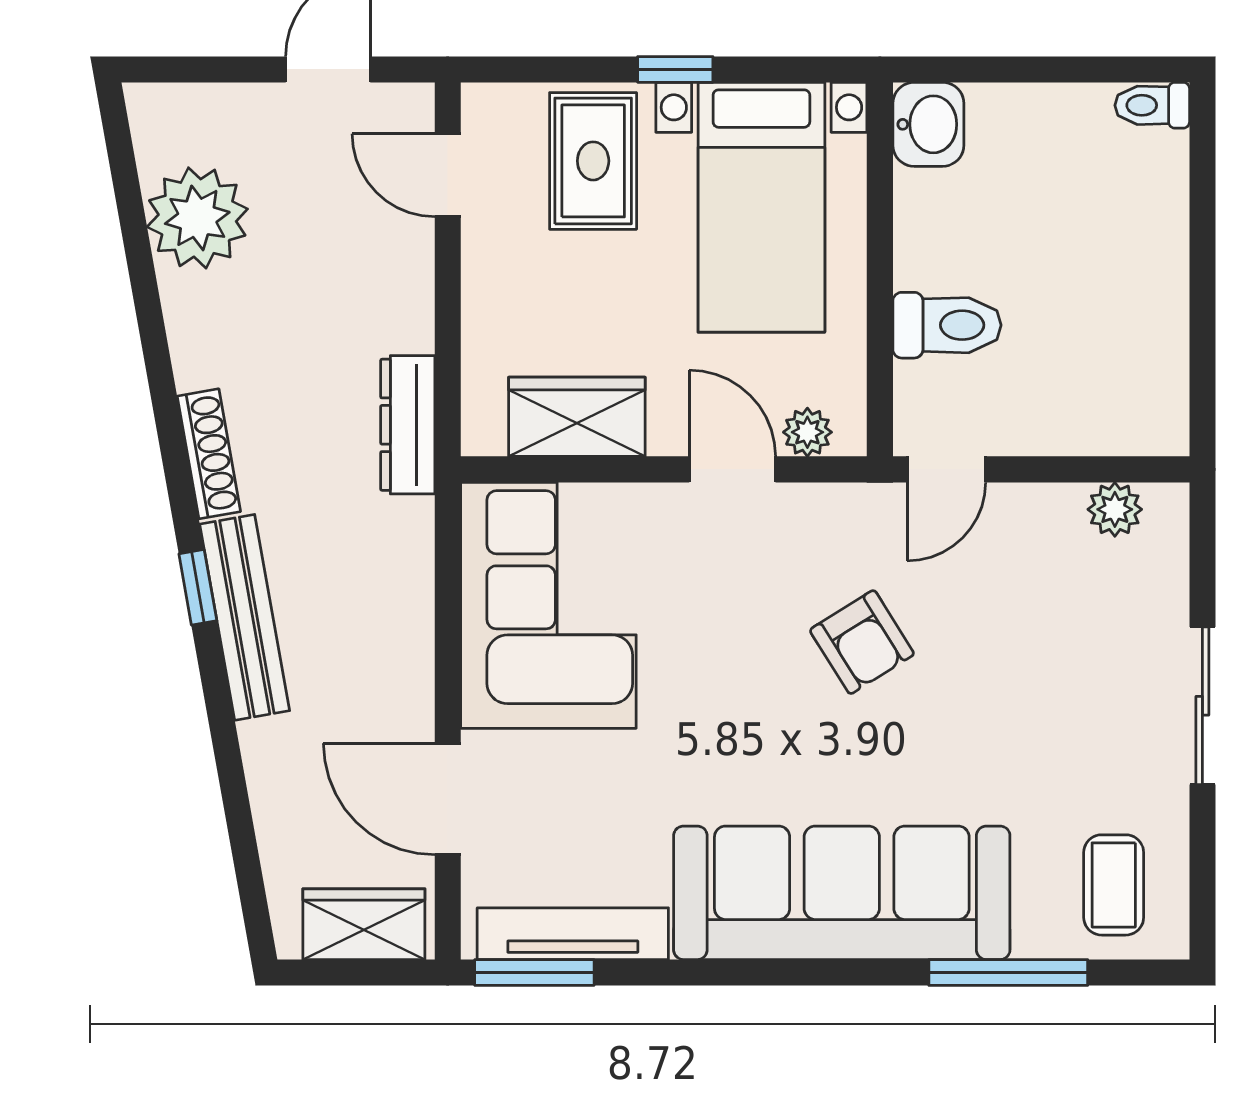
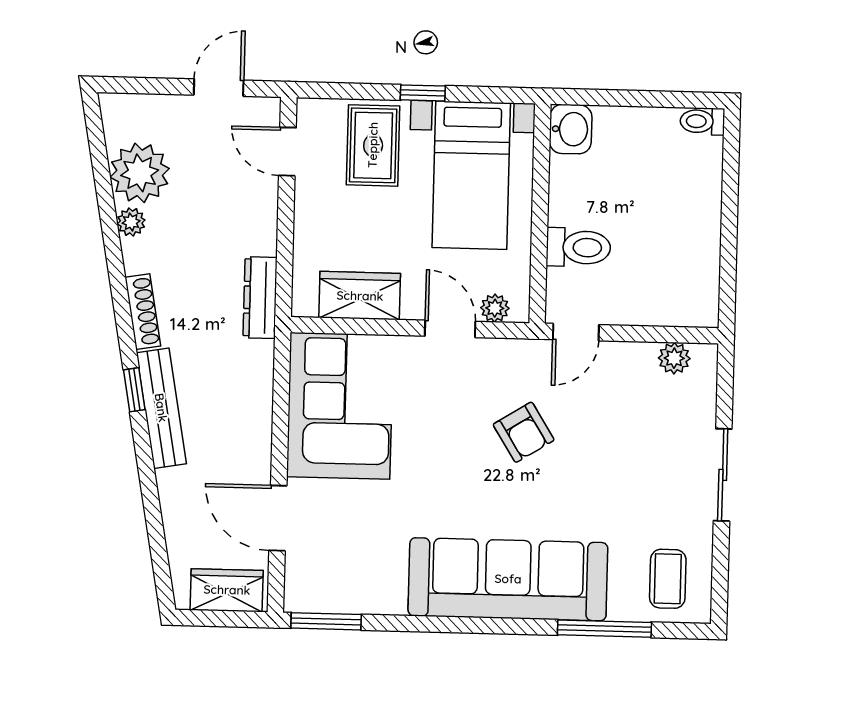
plant: (185, 302) -> (131, 222), added
tv unit: (573, 934) -> (349, 599), removed

